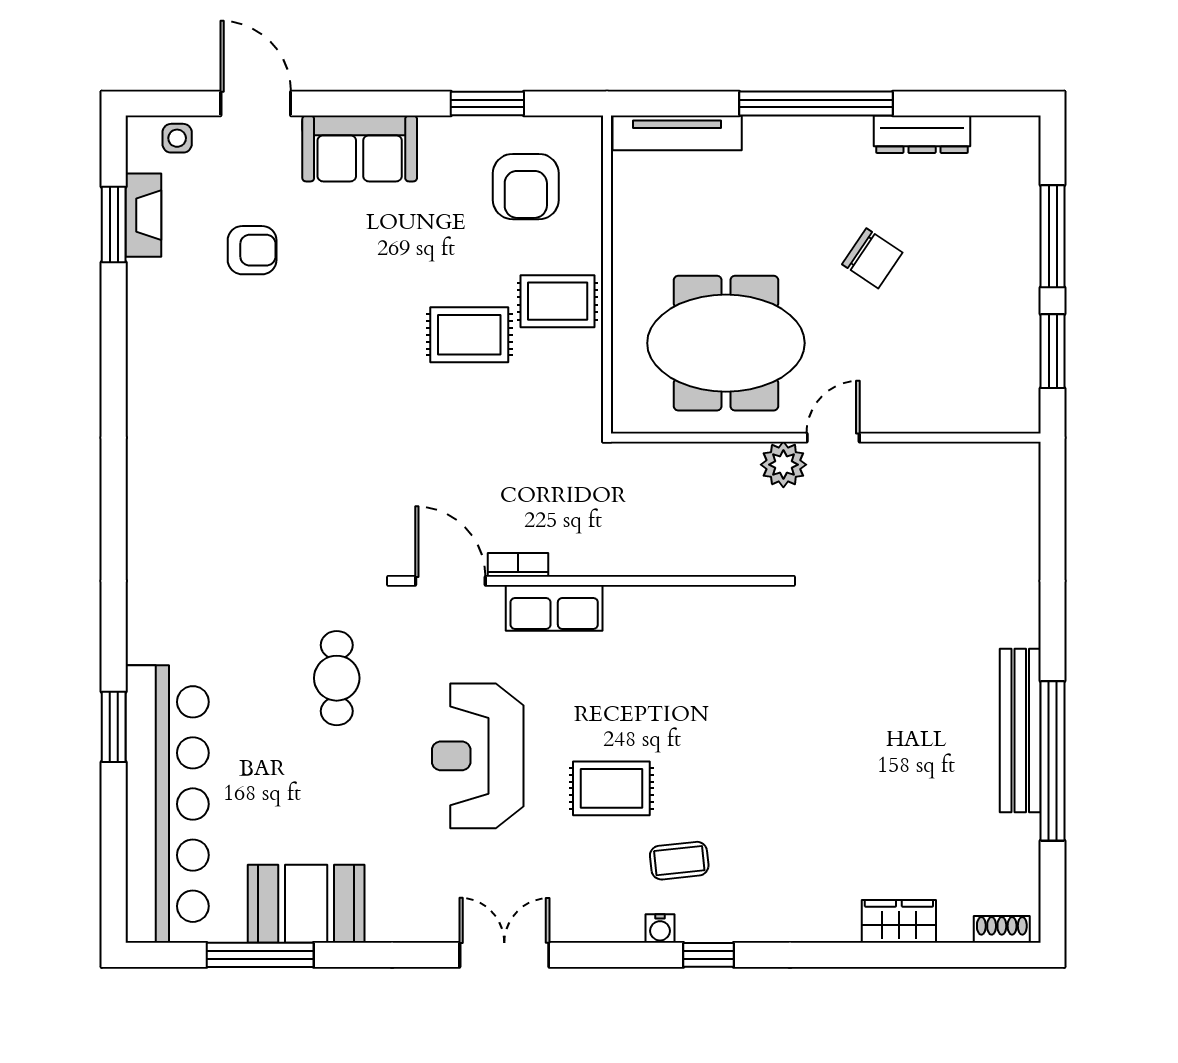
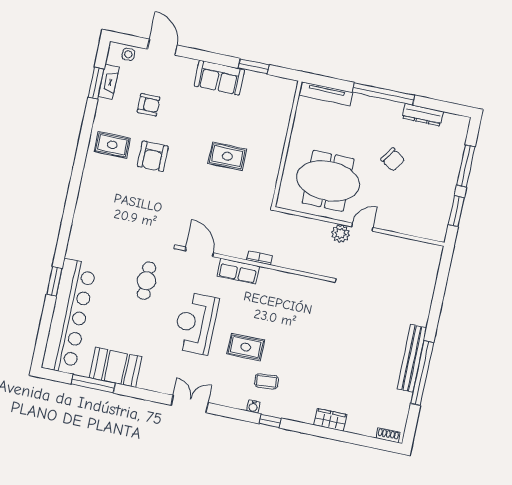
sofa: (360, 148) -> (219, 78), moved
armchair: (526, 187) -> (153, 156), moved
rug: (558, 301) -> (112, 145), moved
bookcase: (518, 565) -> (259, 258), moved
wardrobe: (899, 921) -> (330, 420), moved

